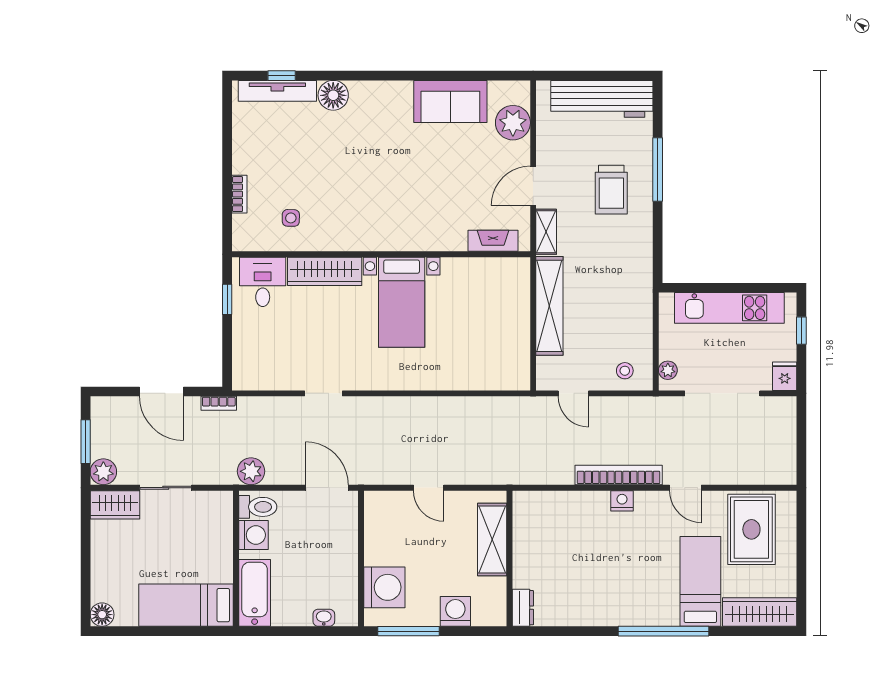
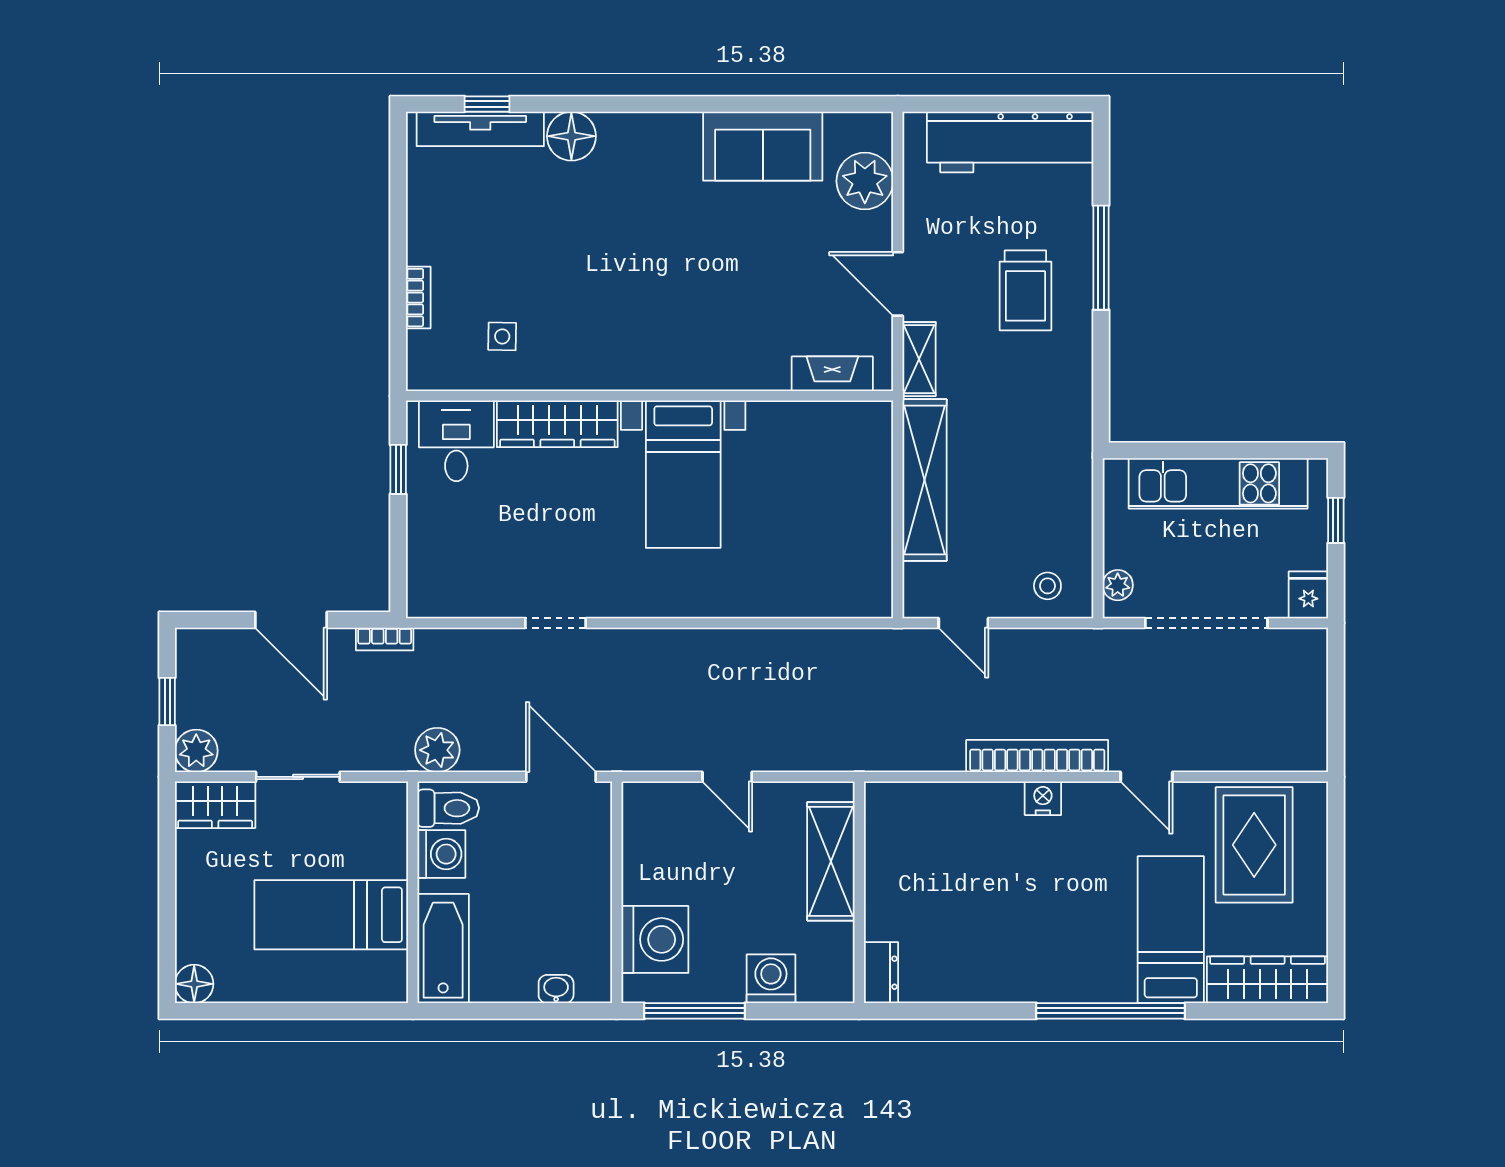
door: (533, 186) -> (898, 284), hinge flipped
window: (86, 442) -> (167, 702), width x0.67
bed: (186, 605) -> (331, 915), moved

